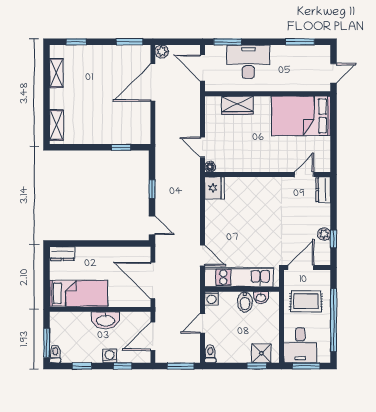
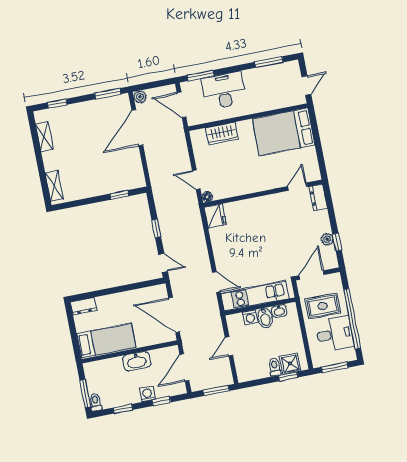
washing machine: (211, 298) -> (250, 317), moved
desk: (300, 345) -> (335, 334), moved, turned -90
toilet: (210, 354) -> (275, 367), moved

